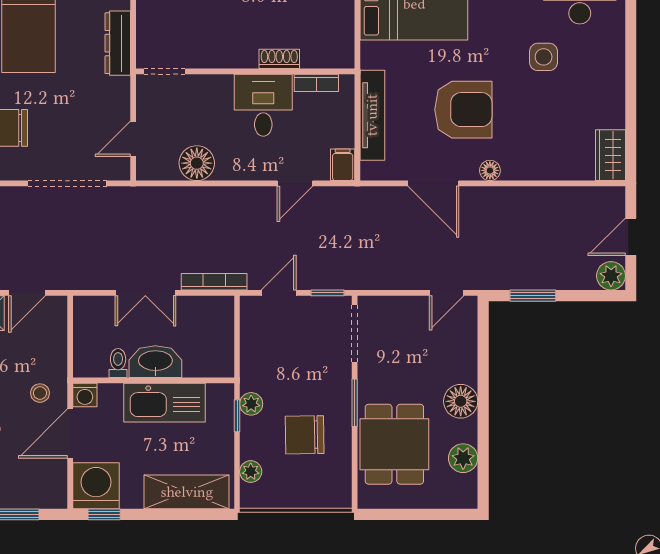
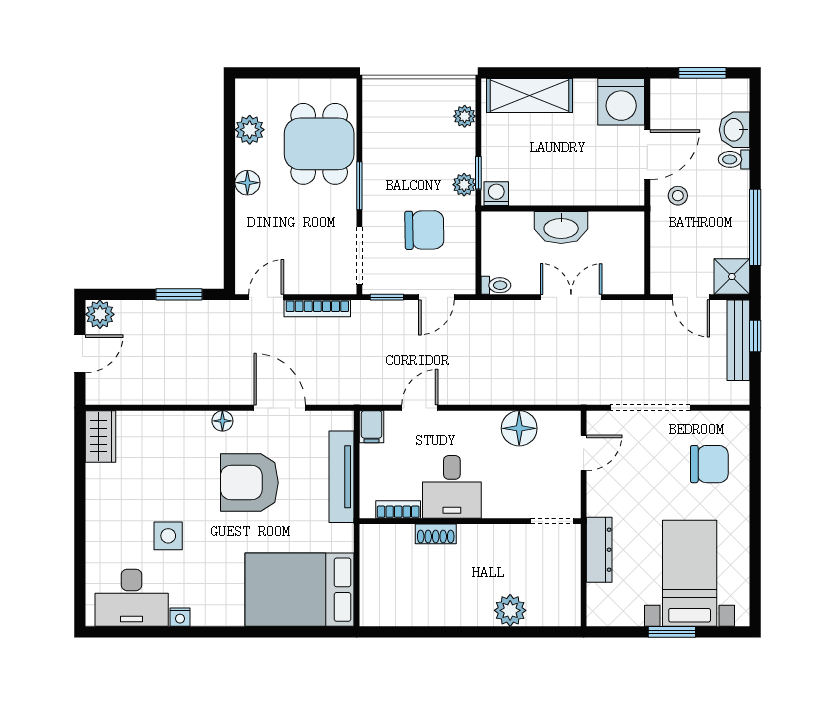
bookcase: (214, 282) -> (317, 308), moved
door: (27, 293) -> (691, 297), swing flipped
toilet: (118, 363) -> (496, 285), moved, turned -90
washing machine: (85, 395) -> (496, 194), moved
floor lamp: (461, 401) -> (247, 183), width x0.73, depth x0.73
kitchen sink: (165, 403) -> (552, 186), removed
chair: (305, 435) -> (424, 230), moved
window: (104, 514) -> (613, 73), removed

